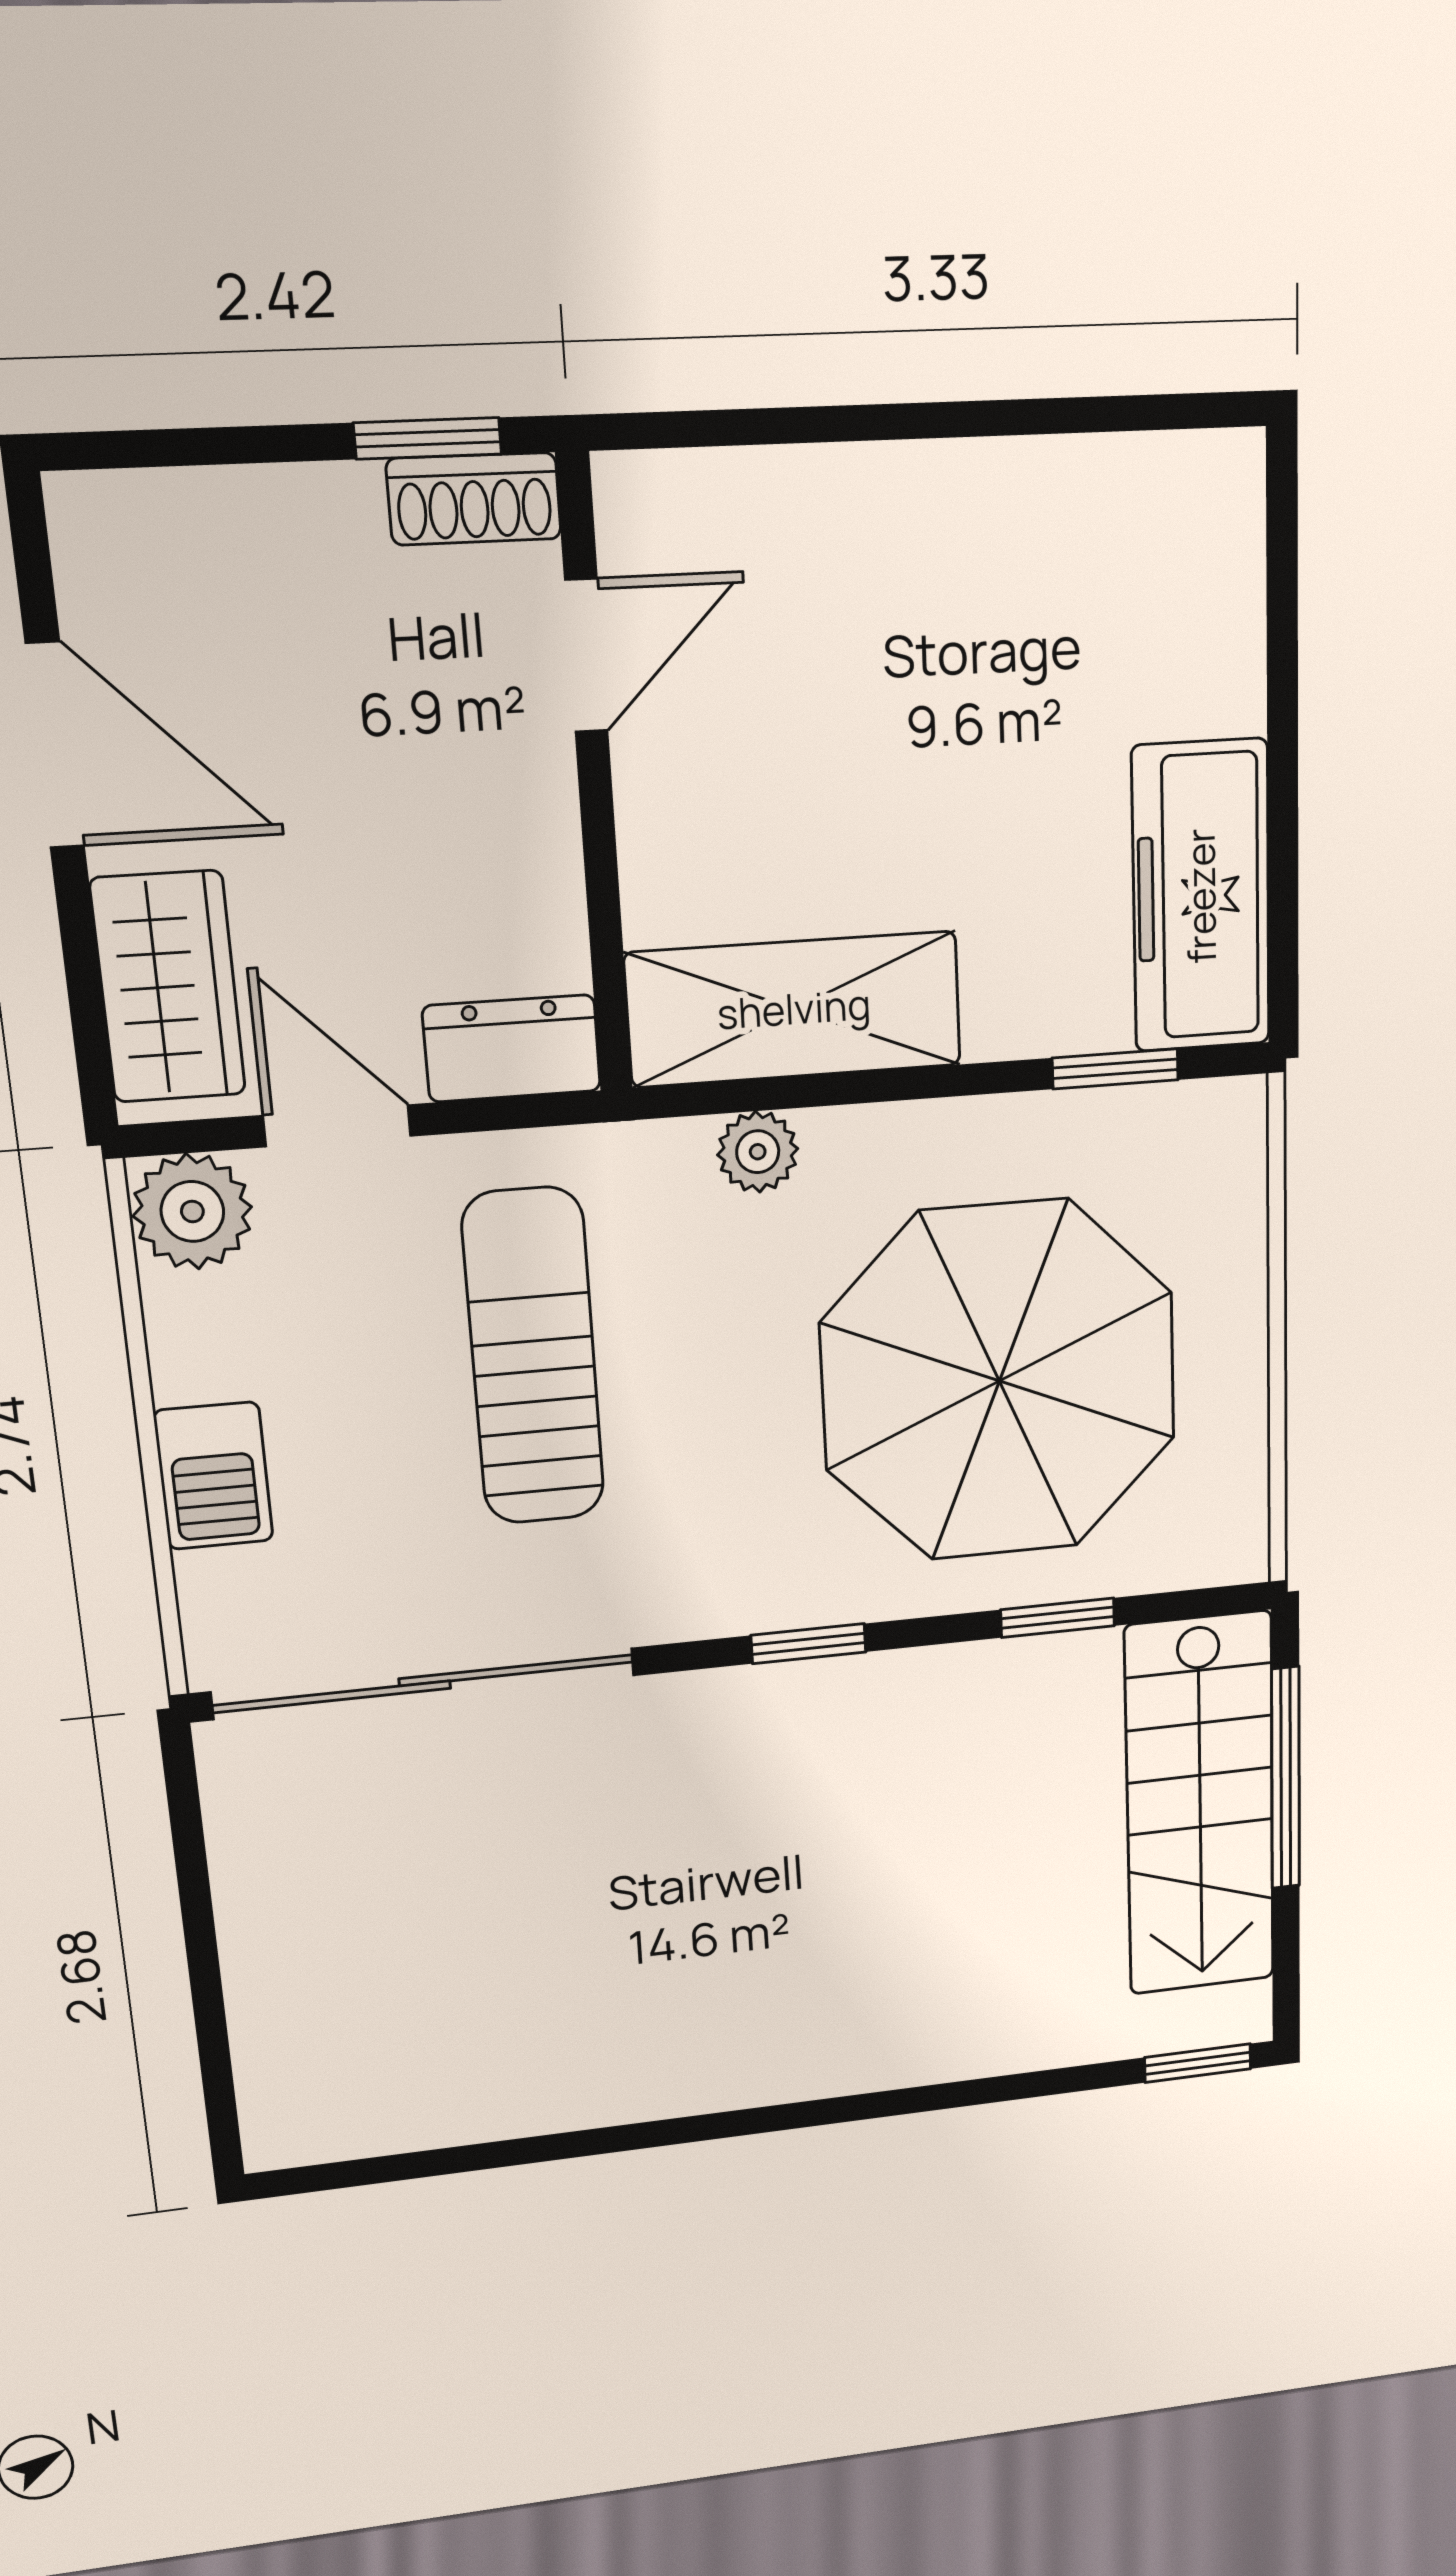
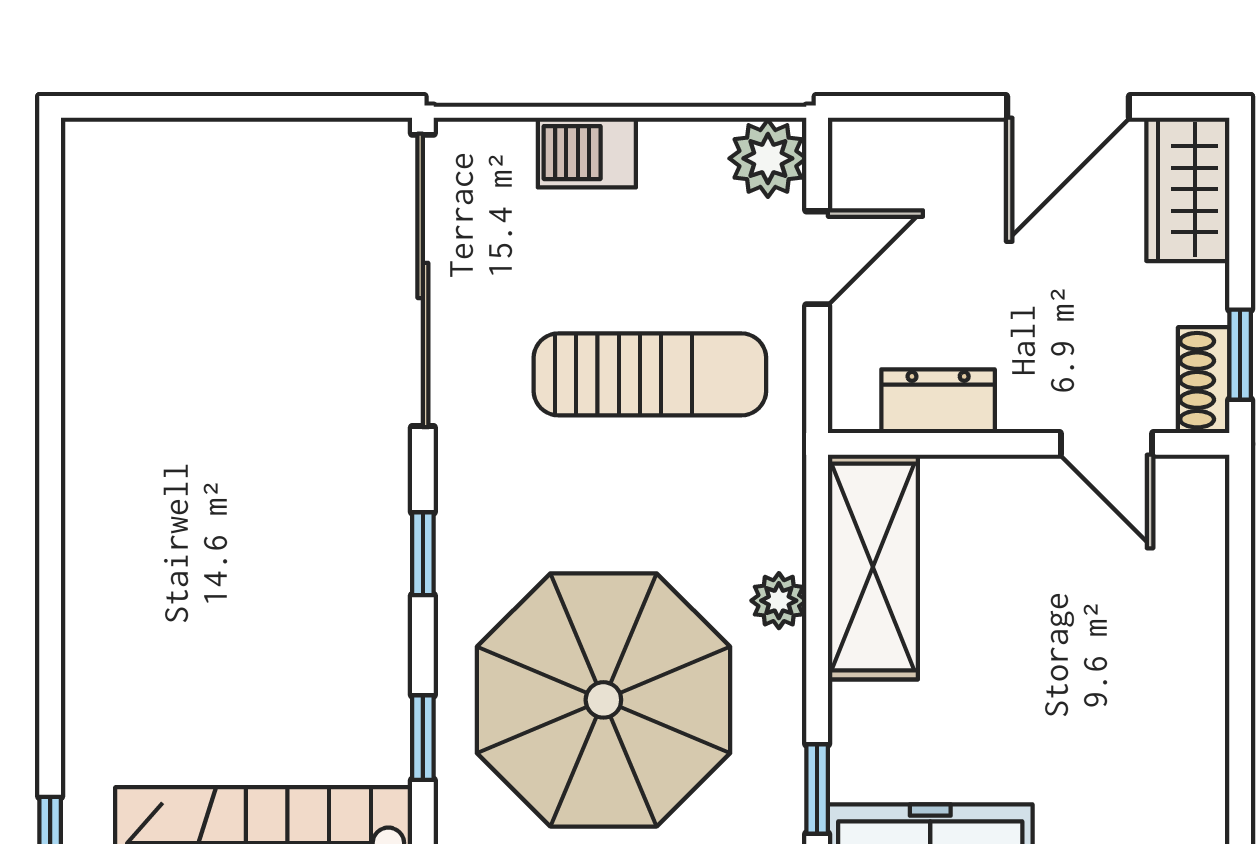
wardrobe: (168, 987) -> (1188, 189), moved, turned 90
dresser: (512, 1048) -> (938, 401), moved, turned -90
plant: (758, 1152) -> (779, 601), moved

